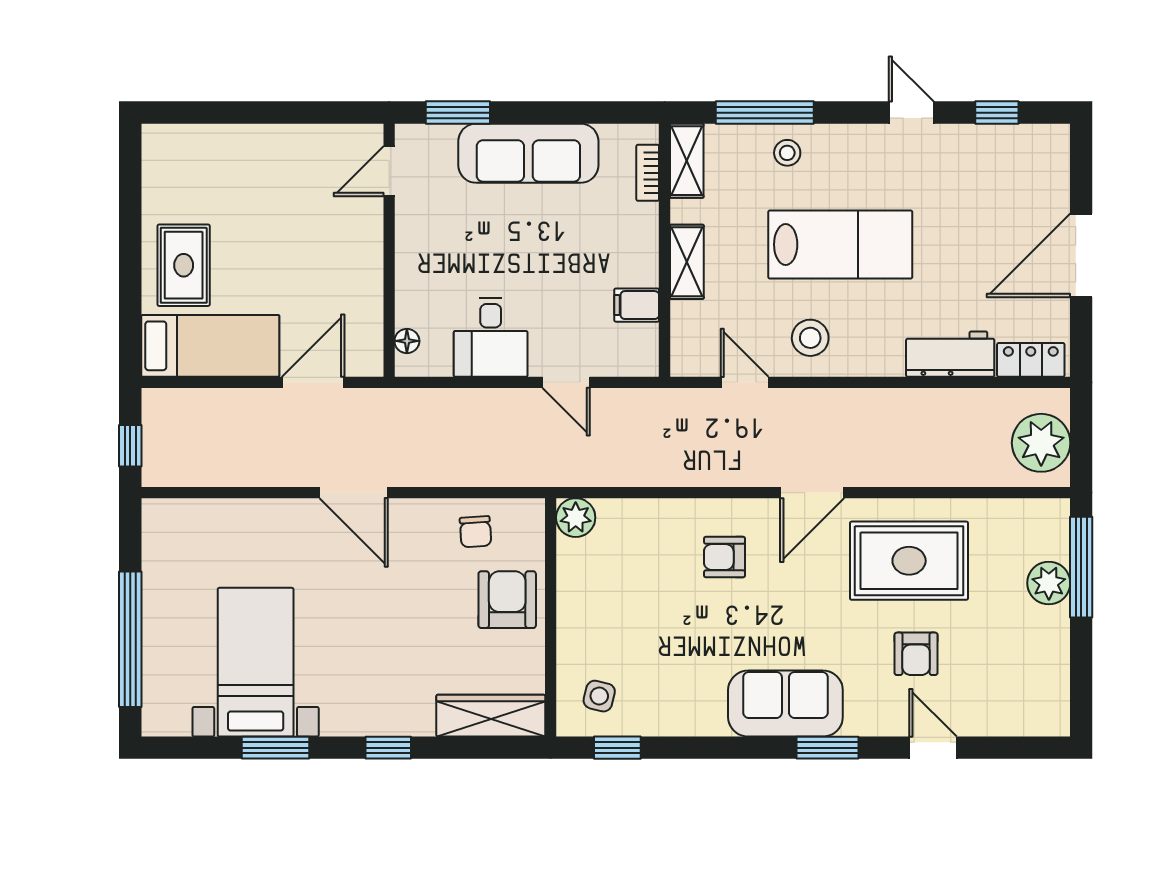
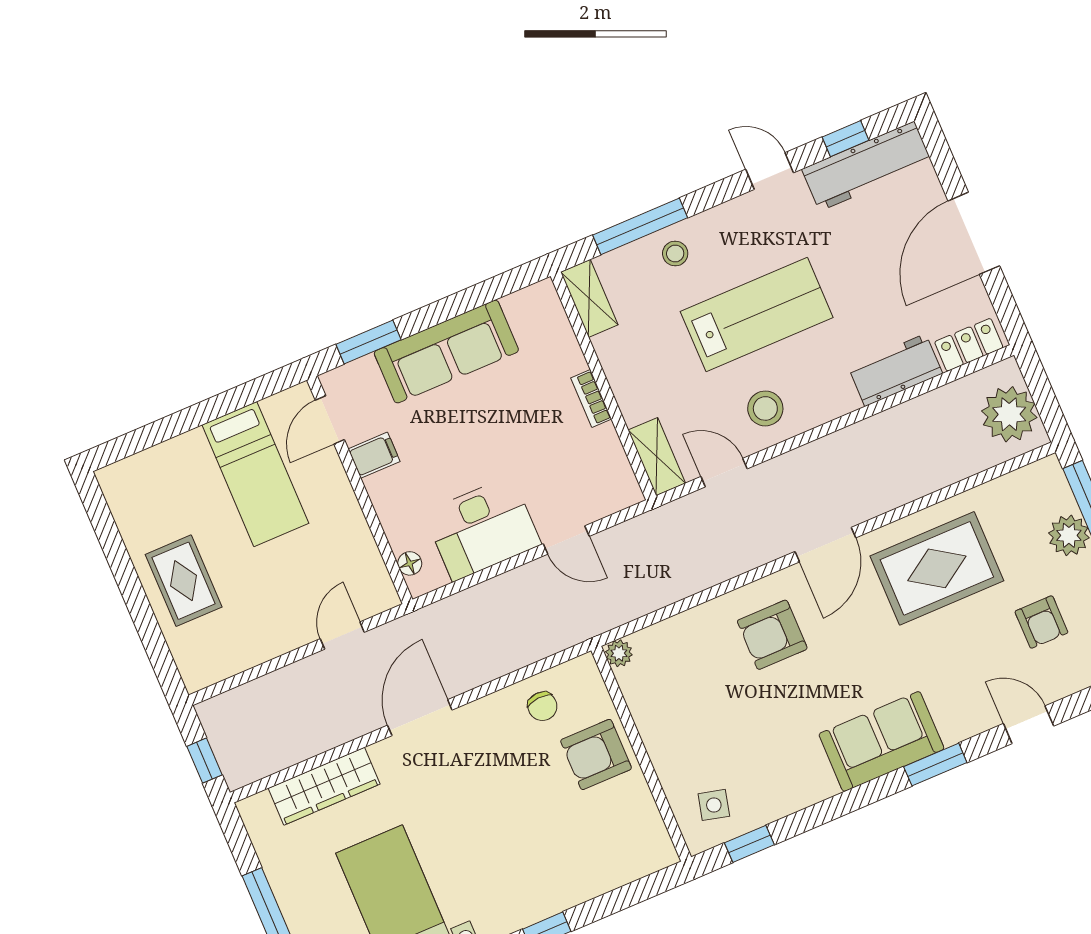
workbench: (1006, 148) -> (867, 166), added
bookcase: (648, 173) -> (591, 398), moved
shelving: (687, 262) -> (657, 457), moved
filing cabinet: (637, 305) -> (374, 455), moved, turned 180
desk: (491, 337) -> (482, 528), width x1.37
bed: (210, 346) -> (255, 474), moved, turned 90
door: (313, 382) -> (342, 635), width x0.73
door: (354, 493) -> (420, 718), swing flipped
plant: (576, 518) -> (619, 653), width x0.73, depth x0.73
armchair: (725, 557) -> (772, 635), width x1.38, depth x1.38
armchair: (507, 600) -> (596, 754), turned -90
armchair: (916, 654) -> (1041, 622), moved
wardrobe: (491, 716) -> (324, 786), moved, turned 180

